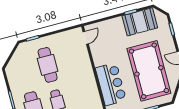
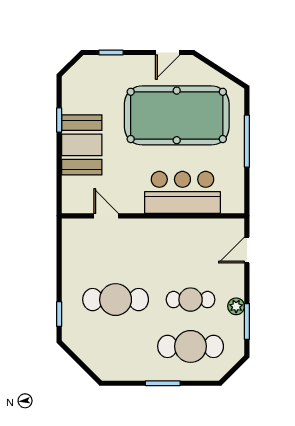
booth: (140, 22) -> (82, 145), moved
door: (86, 38) -> (106, 216), moved

